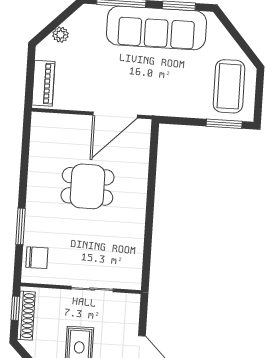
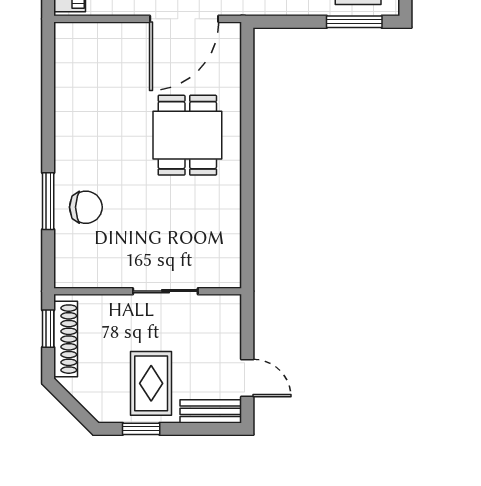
dining table: (88, 186) -> (187, 135), moved, turned 90
chair: (37, 258) -> (86, 207), moved

